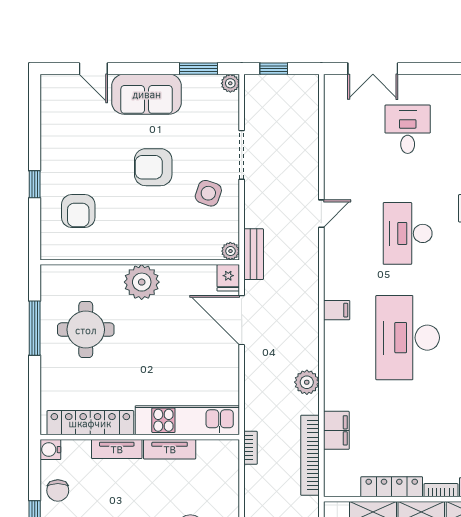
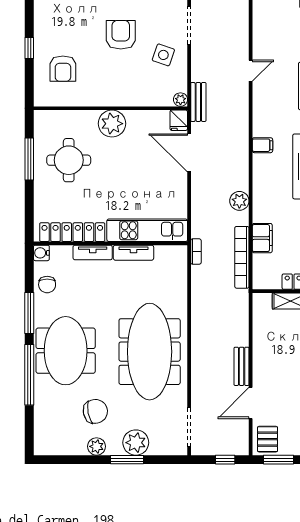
armchair: (153, 167) -> (121, 35), turned 90

